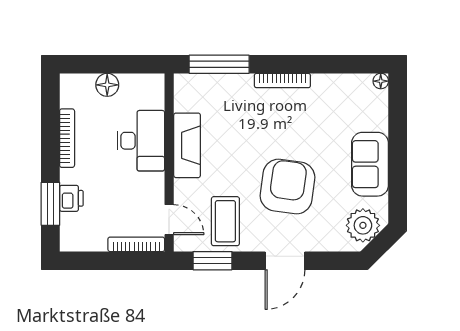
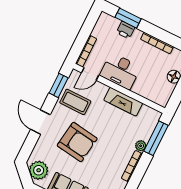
plant: (243, 83) -> (141, 146), added
desk: (141, 141) -> (120, 71), moved

